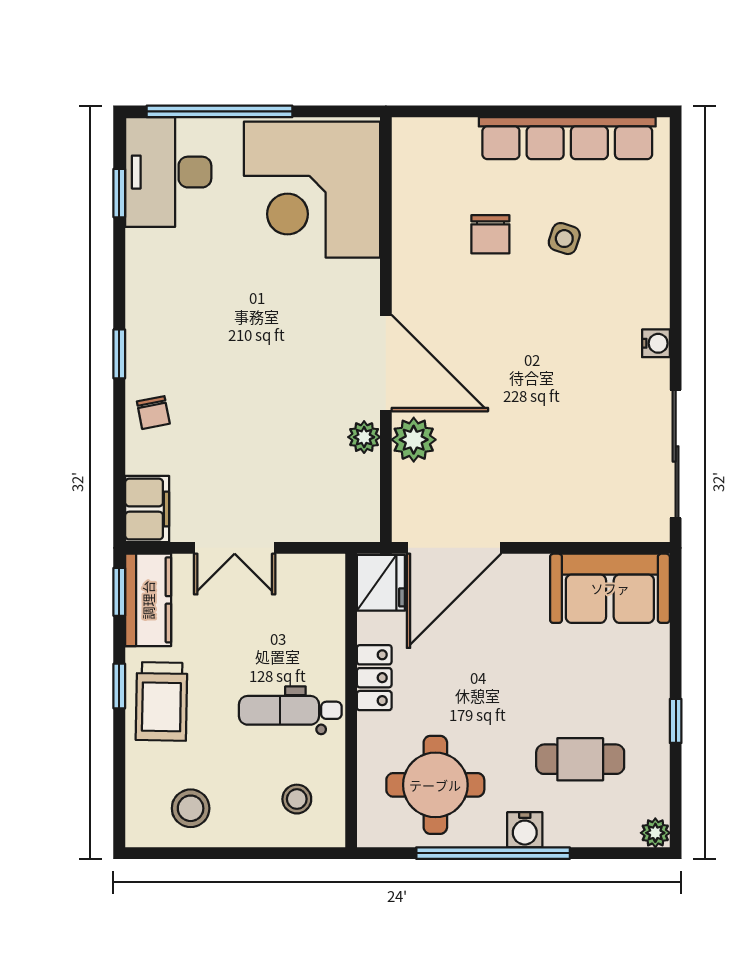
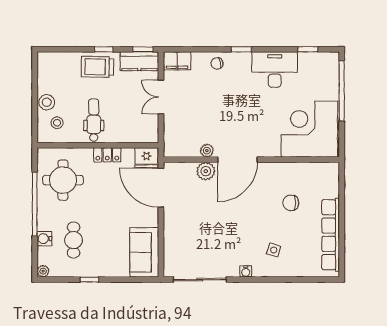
desk: (168, 172) -> (275, 70), moved
side table: (564, 239) -> (274, 250), moved
stool: (191, 808) -> (47, 102), moved
water cooler: (525, 830) -> (44, 239), moved

